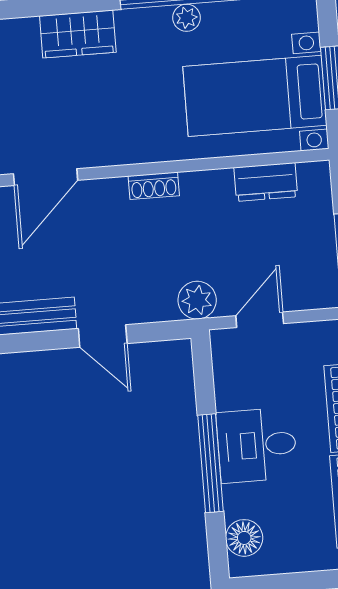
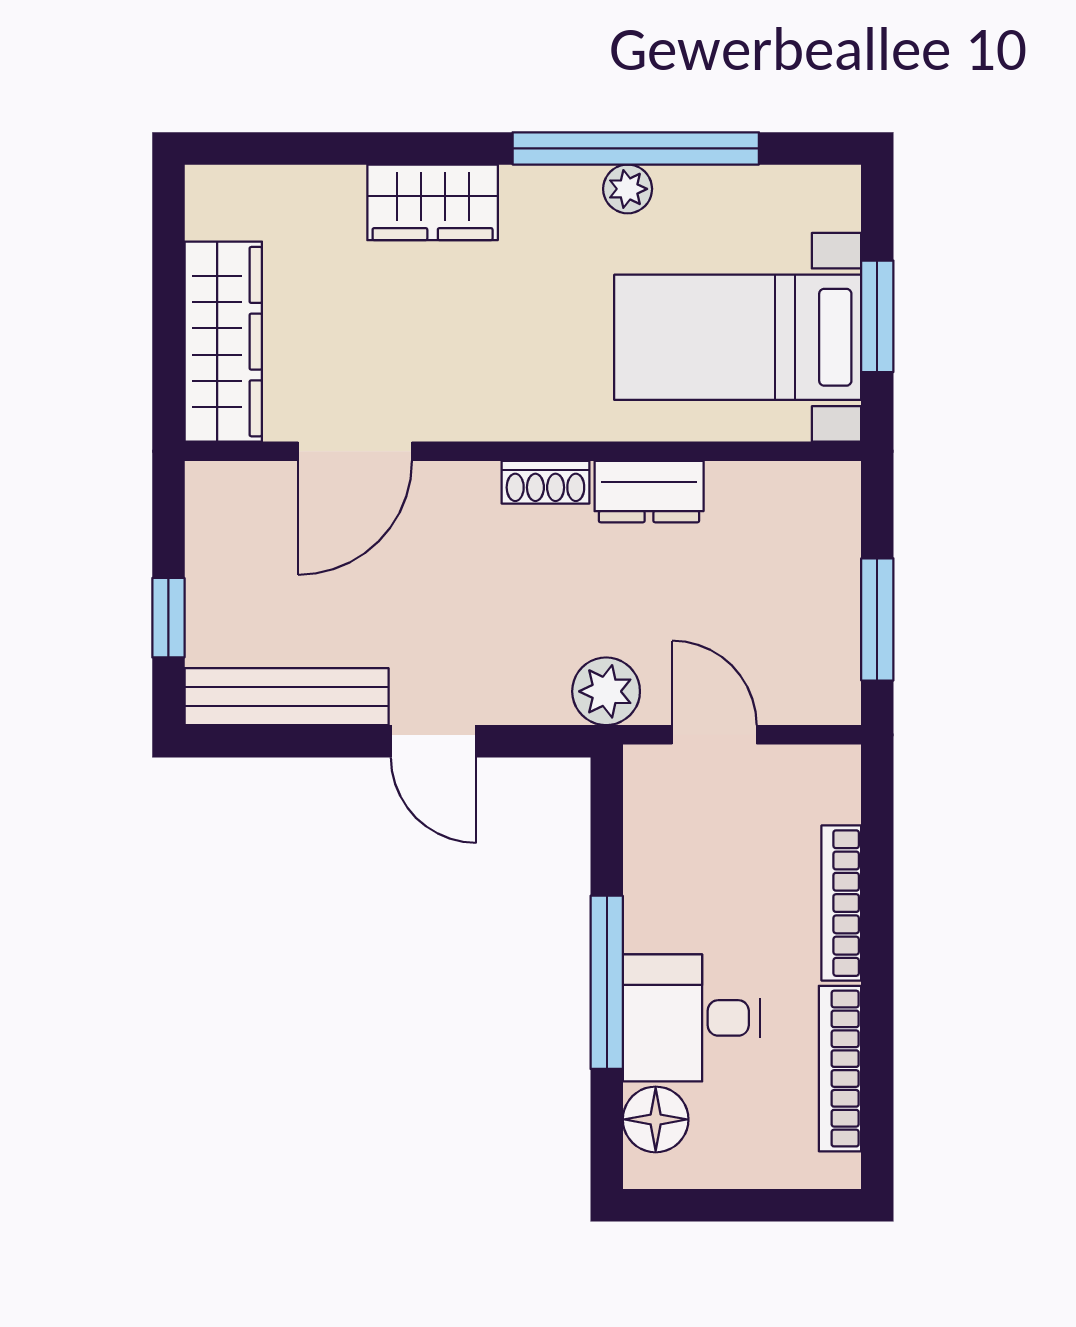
dresser: (266, 182) -> (649, 492), moved
door: (260, 320) -> (714, 735), hinge flipped
desk: (257, 445) -> (691, 1018), moved

